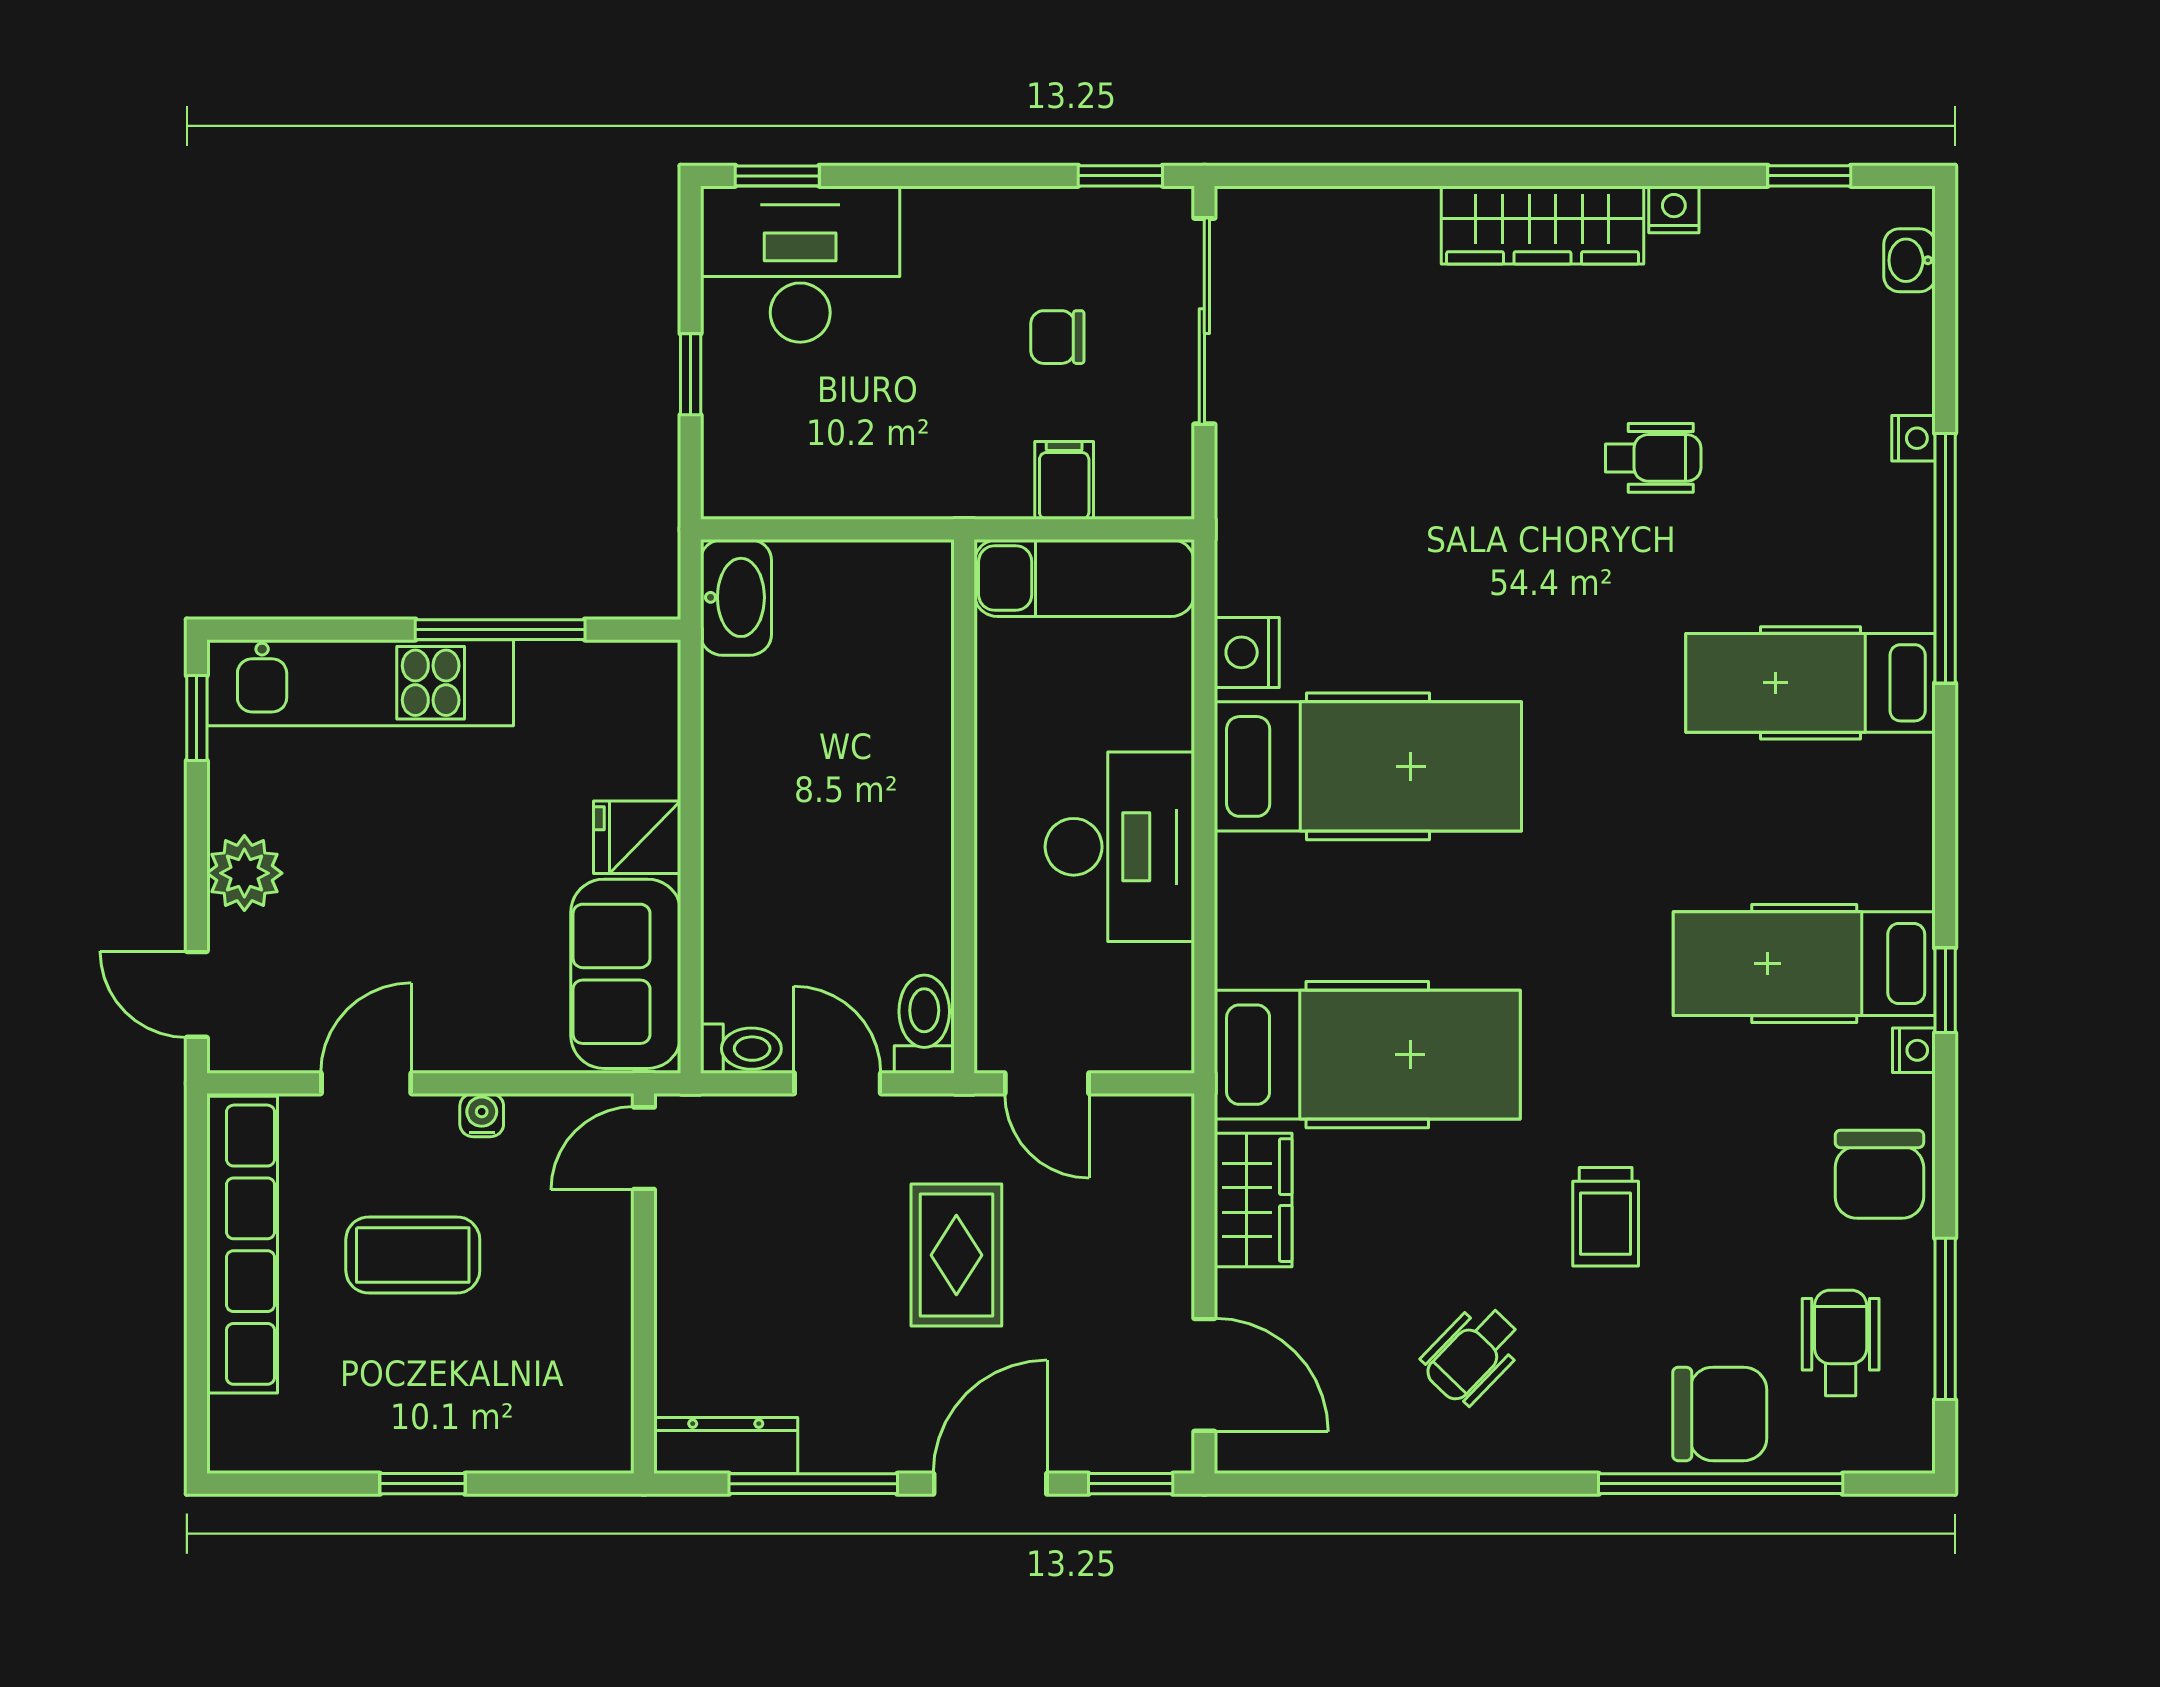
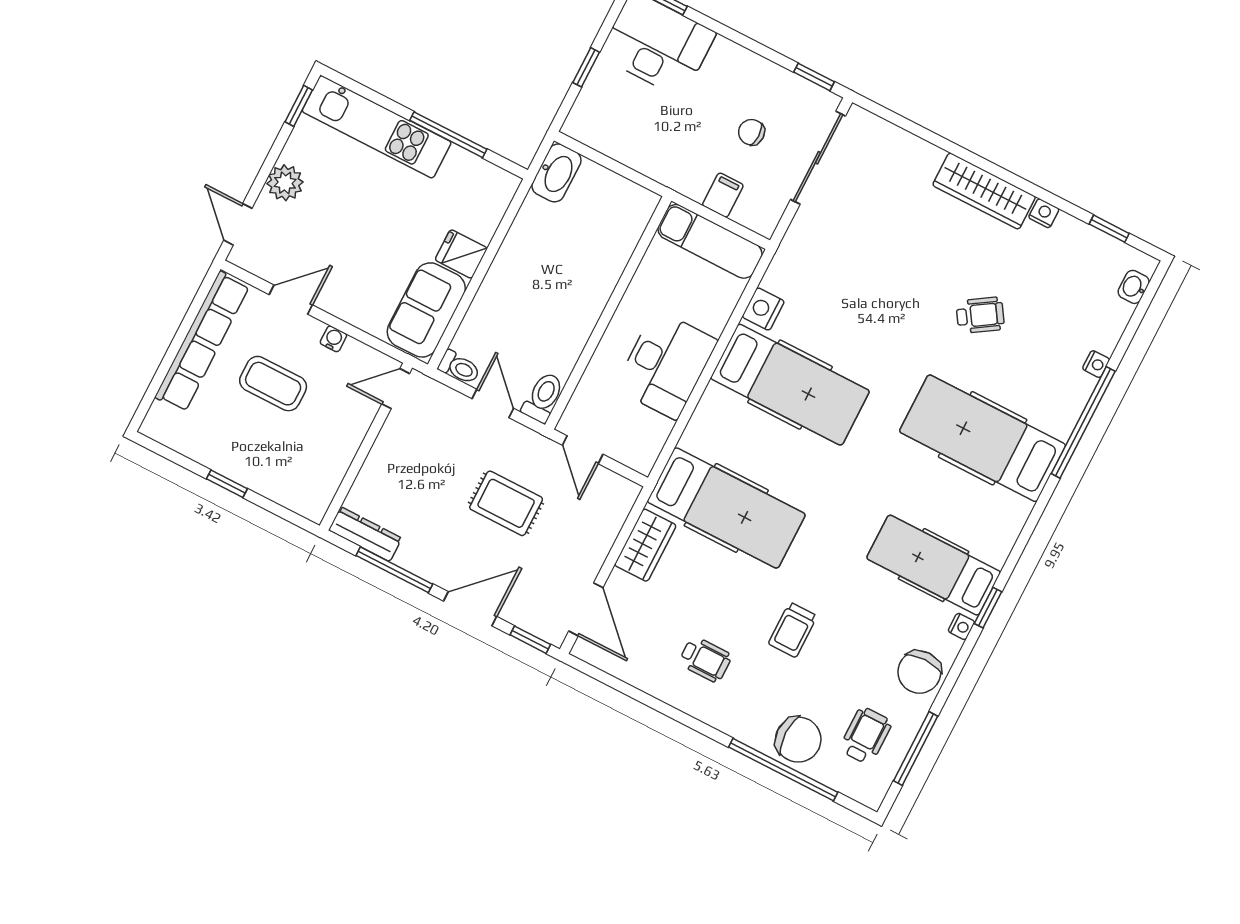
wheelchair: (1653, 458) -> (980, 315), turned -33
hospital bed: (1810, 683) -> (983, 438), width x1.37, depth x1.29
rug: (956, 1255) -> (506, 503), turned 90
wheelchair: (1472, 1354) -> (705, 659), turned -134

